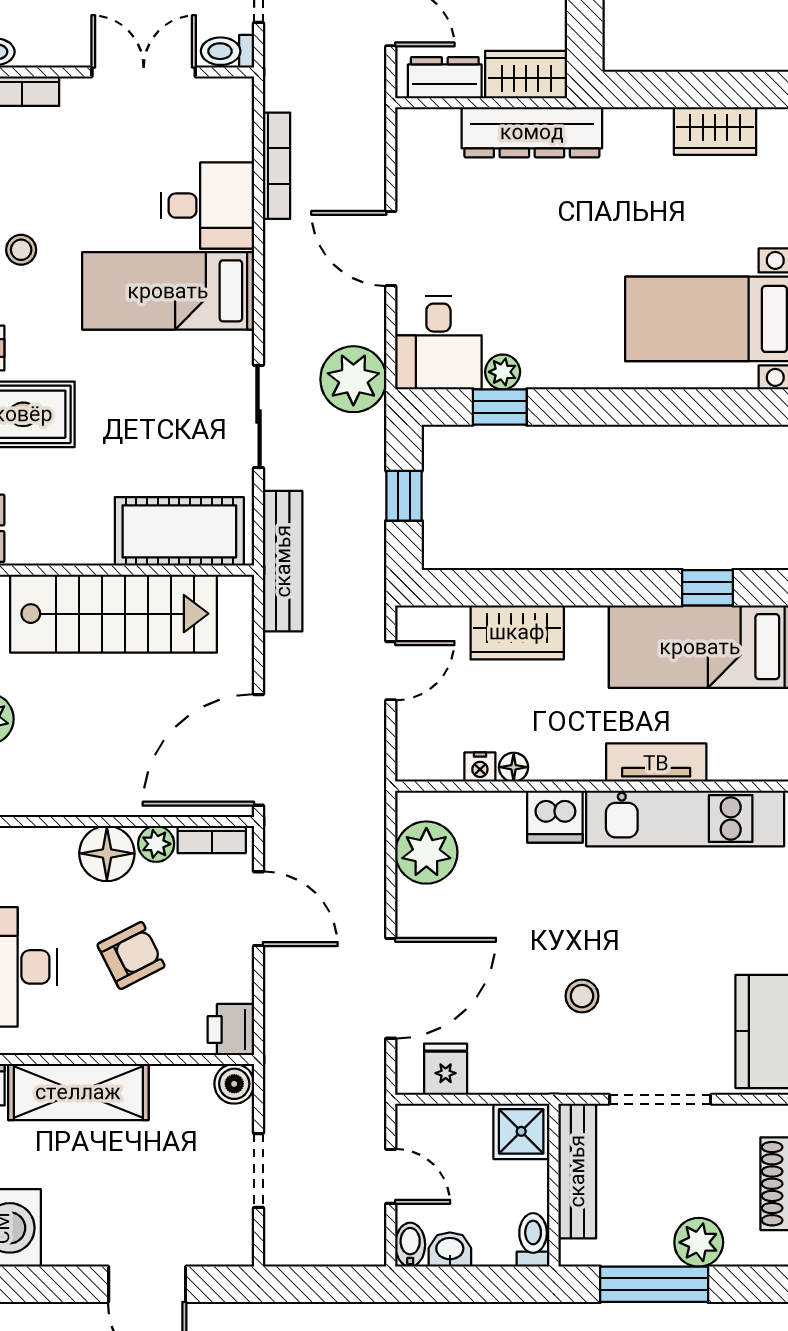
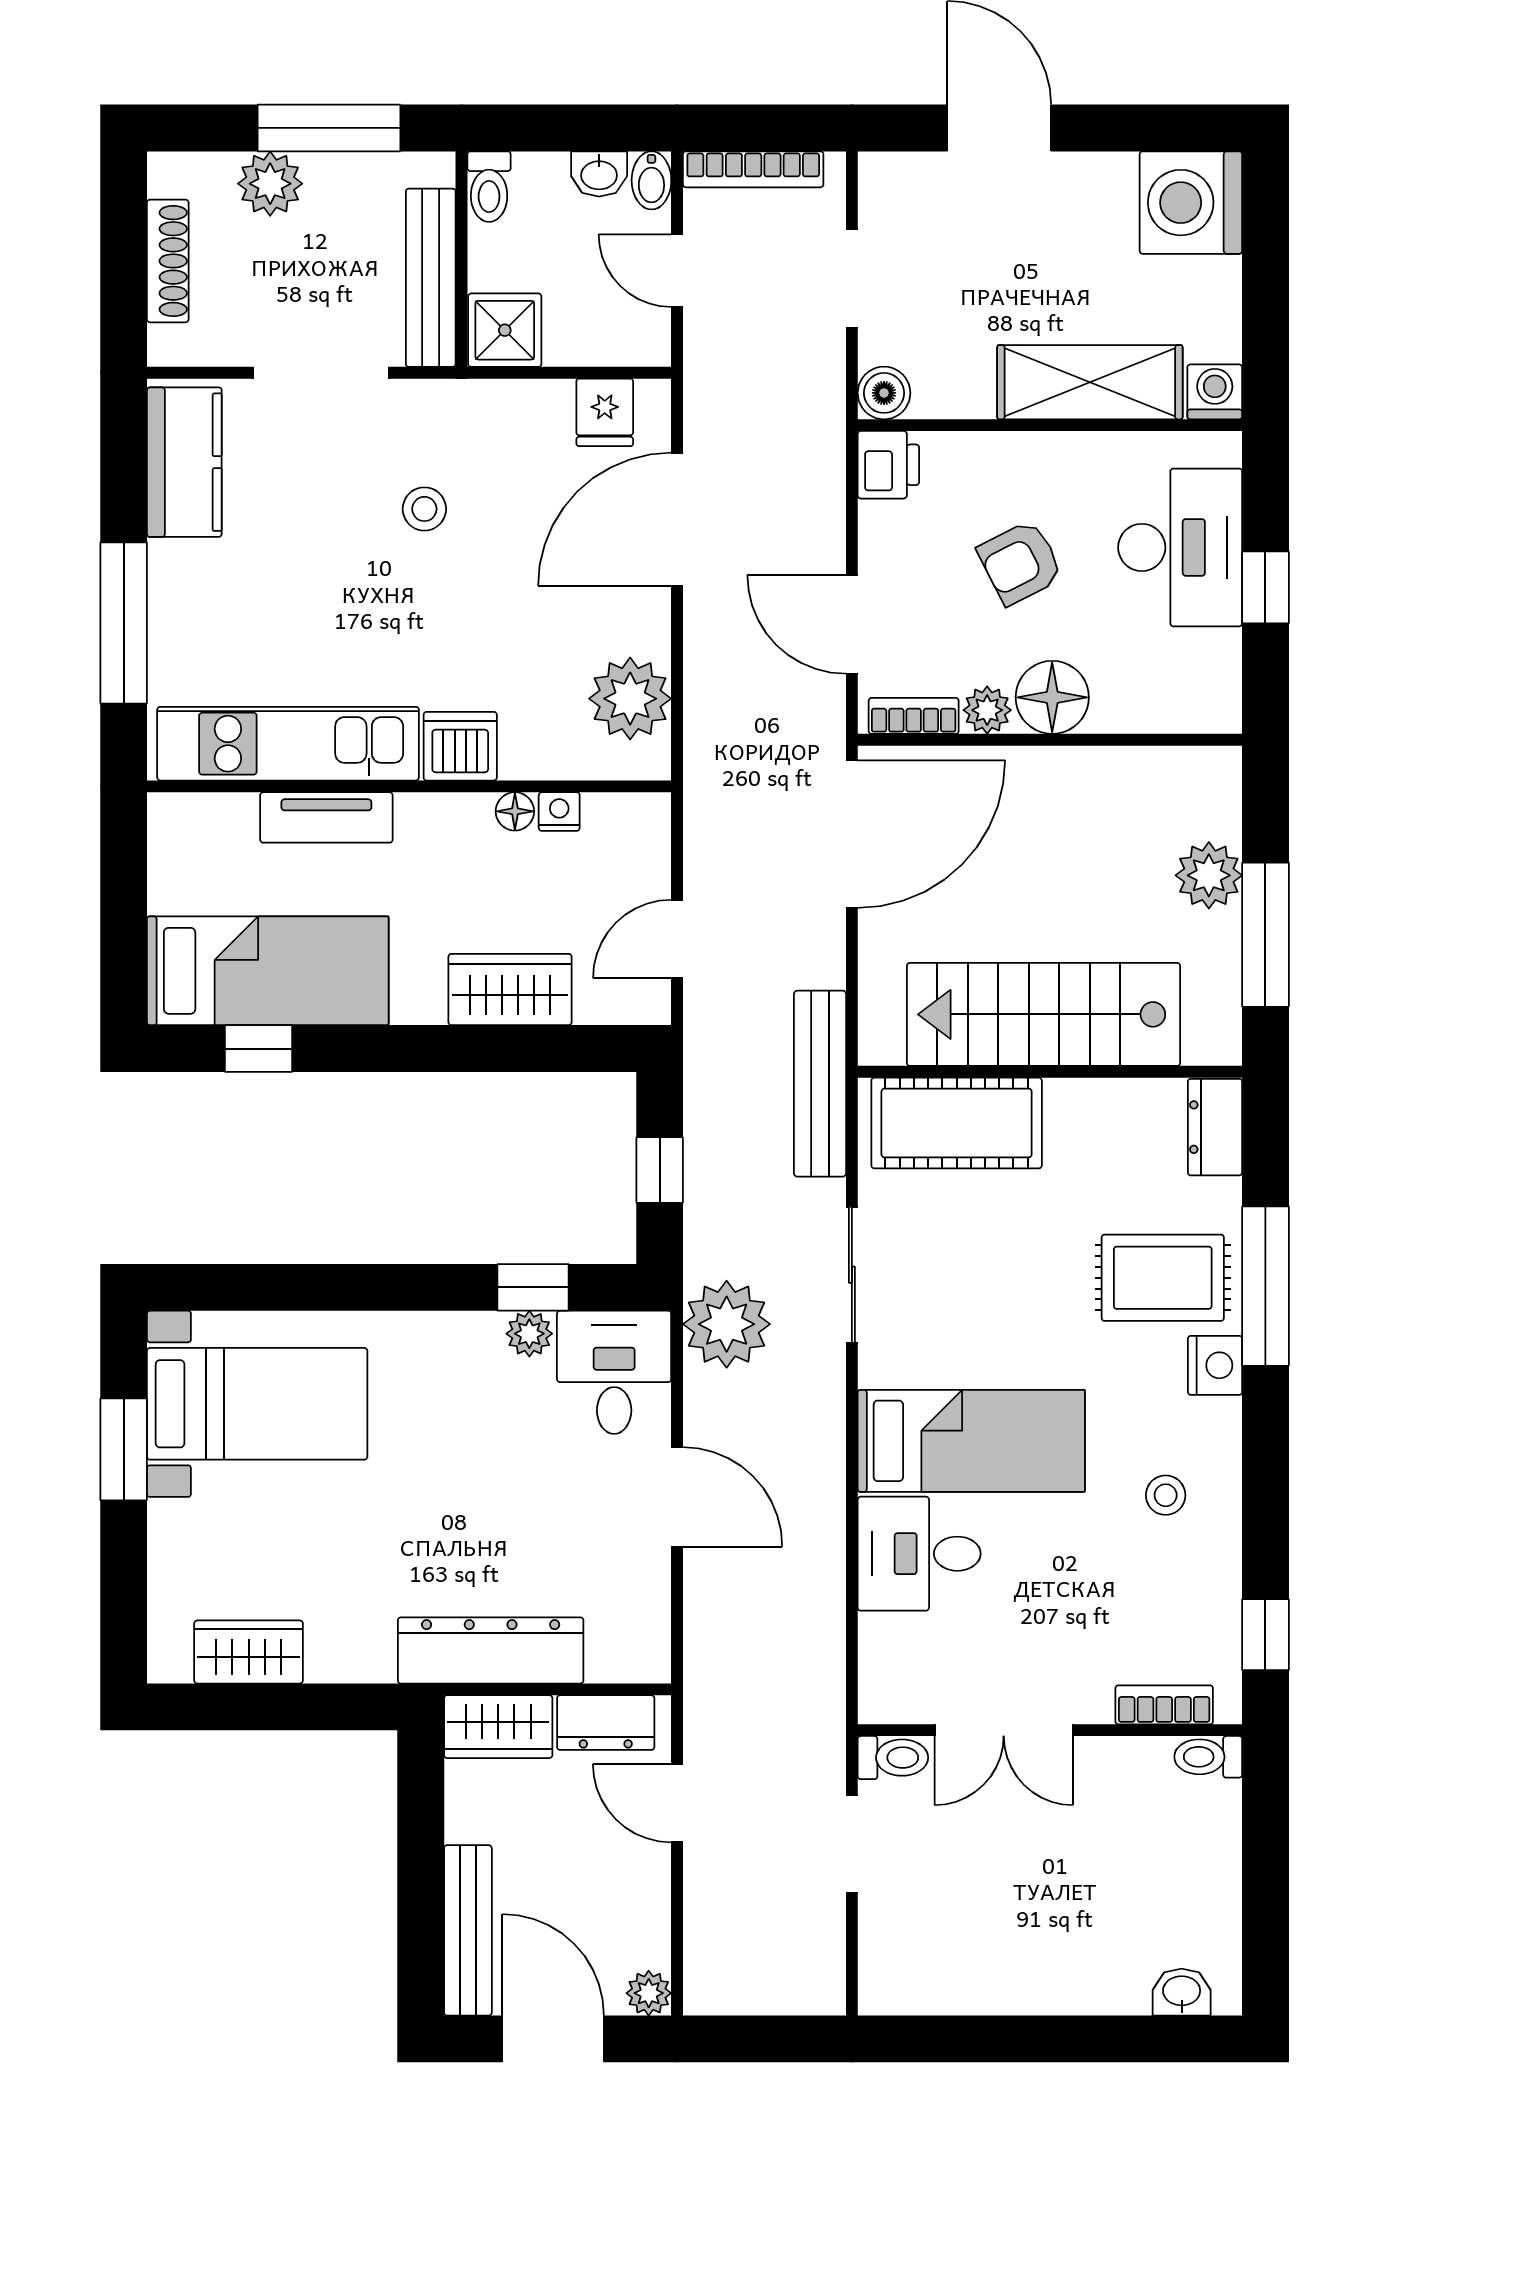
bookcase: (277, 166) -> (753, 169), moved, turned -90

